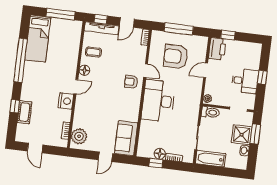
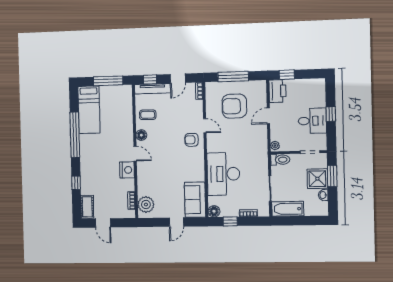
door: (76, 87) -> (135, 154), hinge flipped
desk: (158, 101) -> (223, 174), moved
cot: (24, 112) -> (87, 207), moved
floor lamp: (160, 154) -> (214, 211), moved

